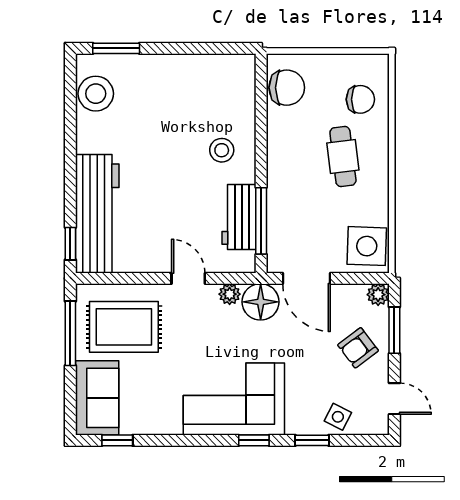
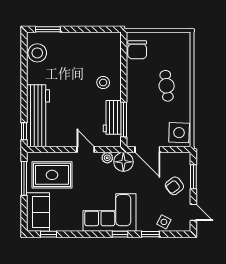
chair: (287, 88) -> (137, 50), turned 90
chair: (360, 99) -> (176, 56), removed
plant: (378, 295) -> (185, 158), removed

